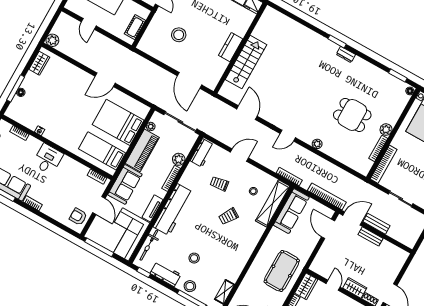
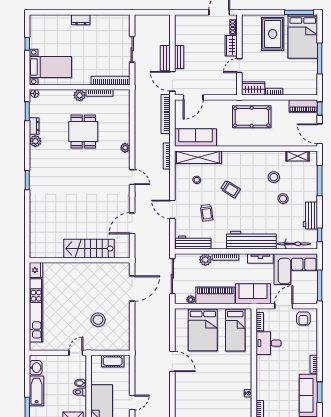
kitchen counter: (231, 47) -> (84, 269), removed
dresser: (346, 54) -> (34, 126), moved
plant: (367, 68) -> (35, 141), added
workbench: (202, 153) -> (193, 243), width x1.38
desk: (48, 159) -> (268, 343), moved
stool: (190, 286) -> (274, 177), moved

